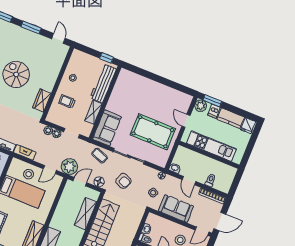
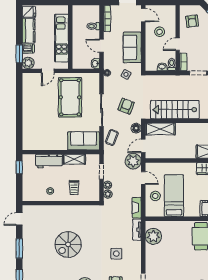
workbench: (103, 83) -> (49, 161), width x0.73
wardrobe: (42, 100) -> (83, 211), removed
door: (189, 181) -> (102, 46), swing flipped
door: (80, 182) -> (143, 146), hinge flipped
shelving: (85, 214) -> (160, 129), moved

